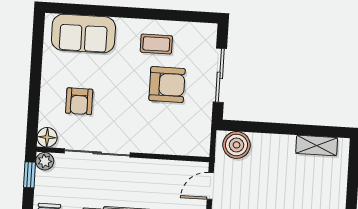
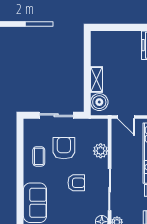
armchair: (79, 101) -> (76, 183), moved
plant: (159, 142) -> (101, 151), added
shelving: (317, 145) -> (97, 80), moved

